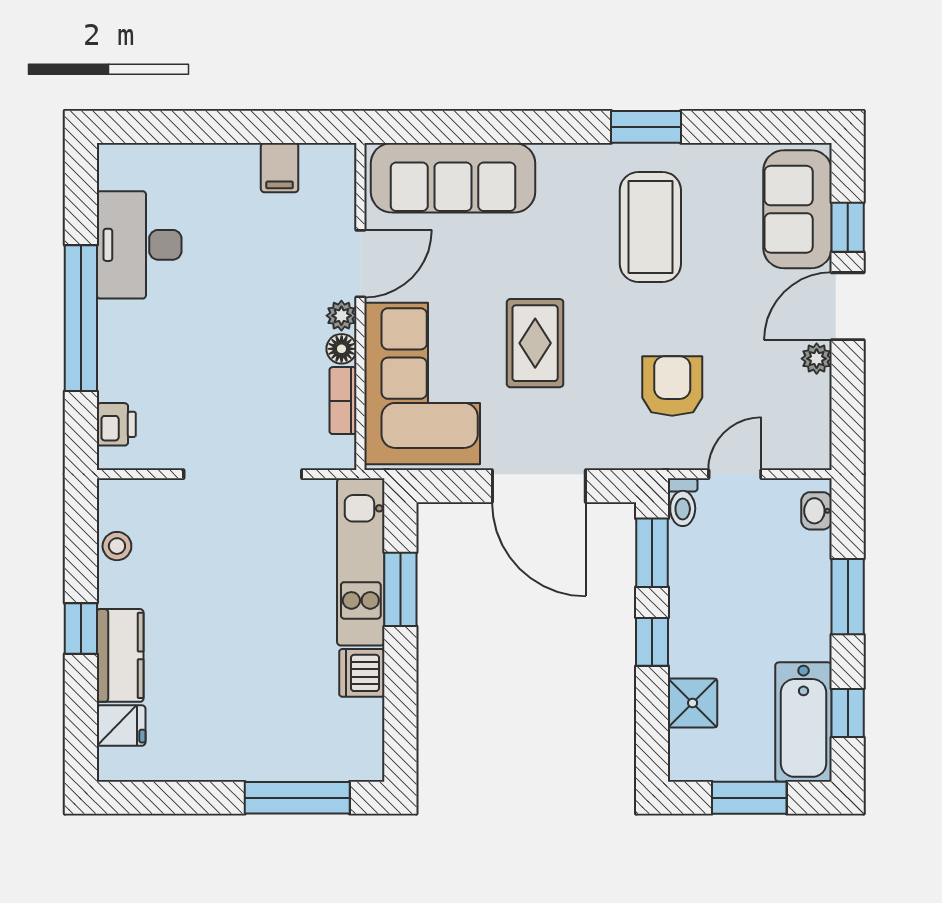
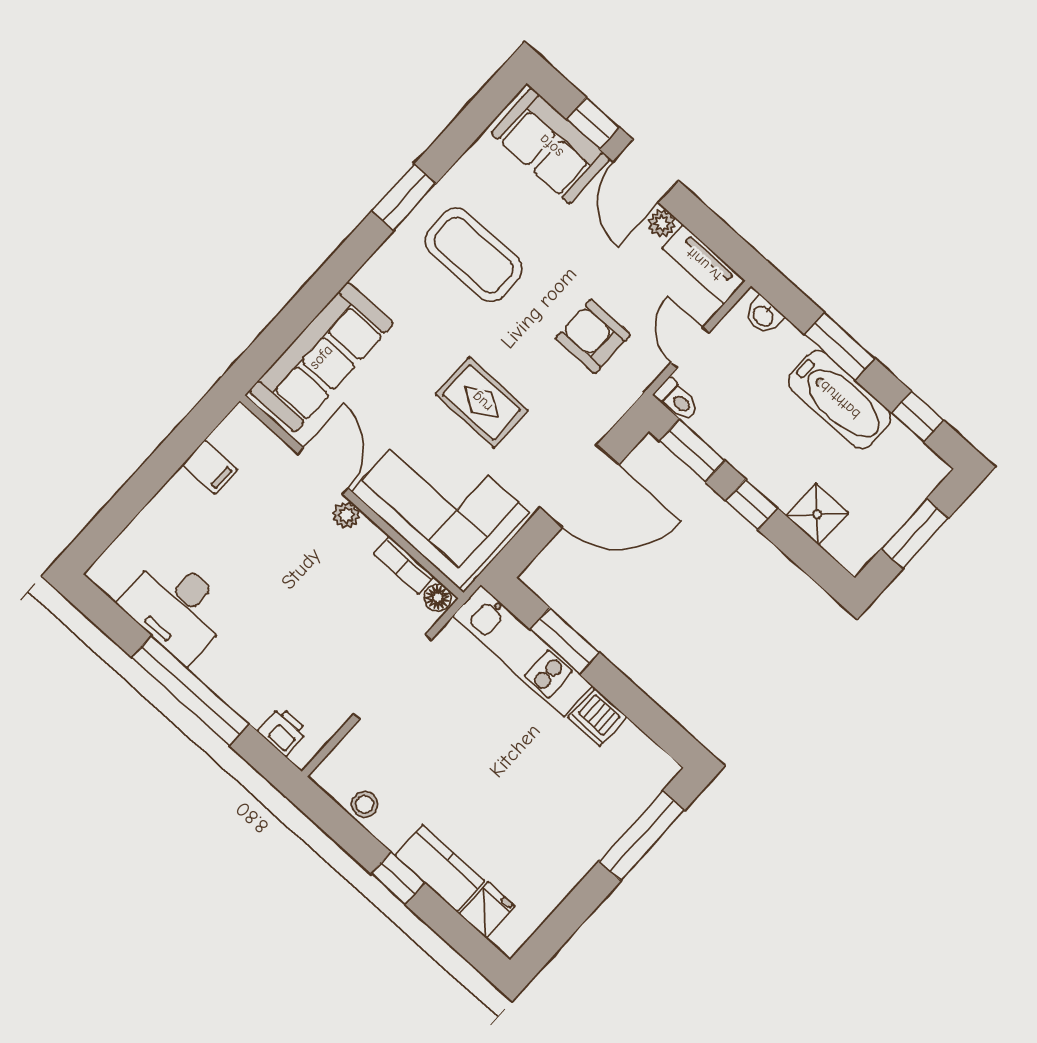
floor lamp: (342, 349) -> (438, 598), moved
tv unit: (814, 424) -> (704, 264), added
bathtub: (804, 722) -> (840, 400), moved

